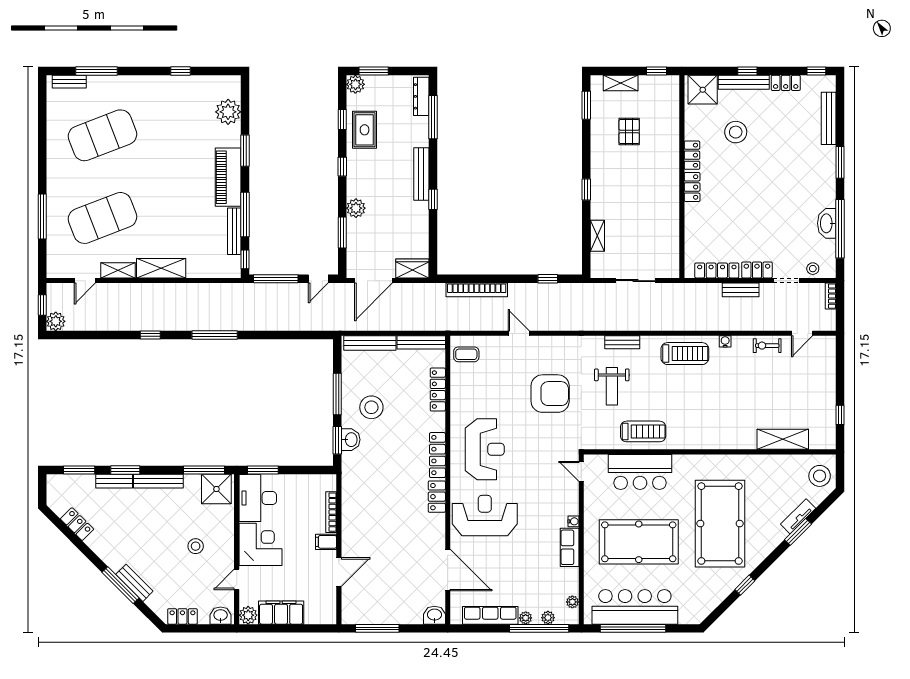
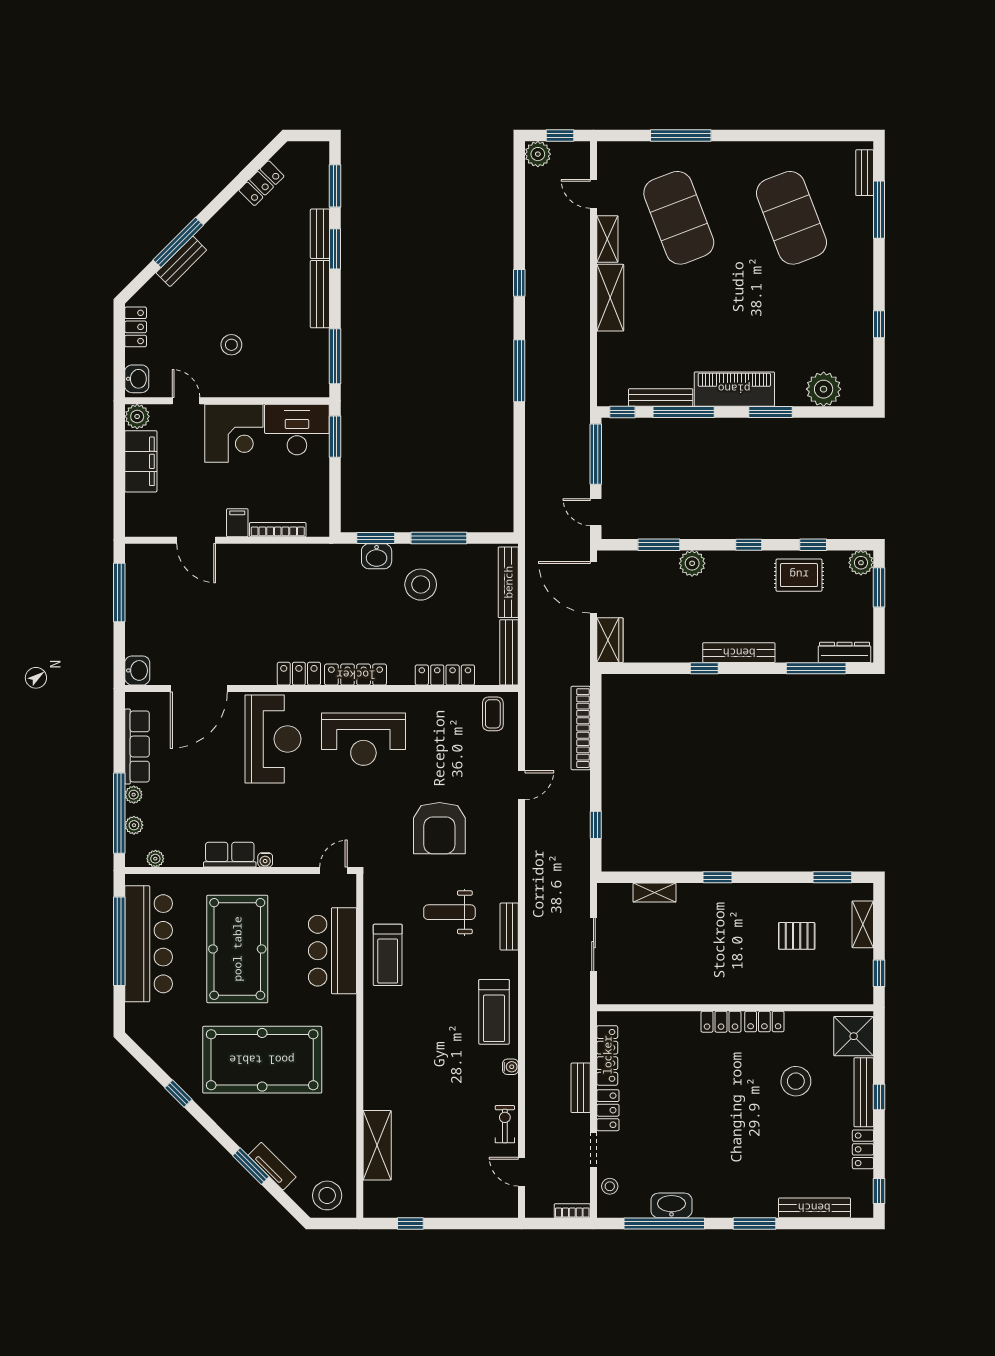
shower: (216, 489) -> (309, 373), removed

